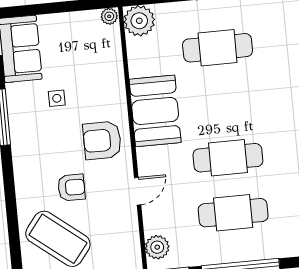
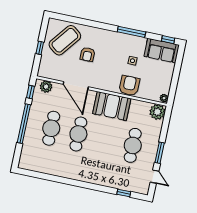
armchair: (102, 140) -> (129, 86), moved
door: (138, 191) -> (76, 86), width x1.88

